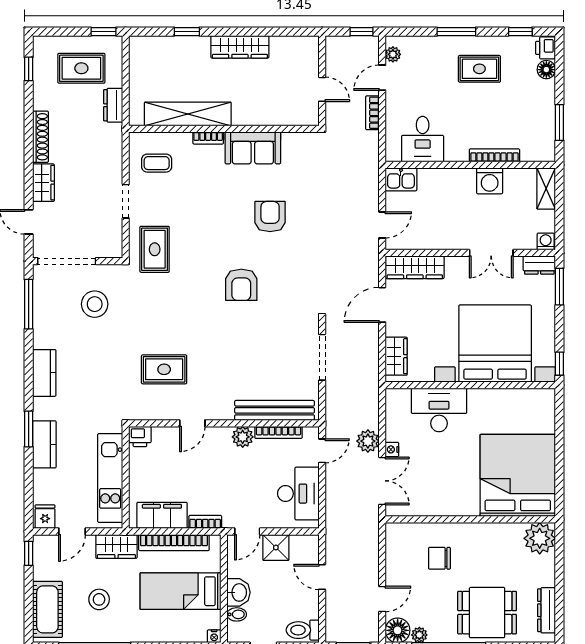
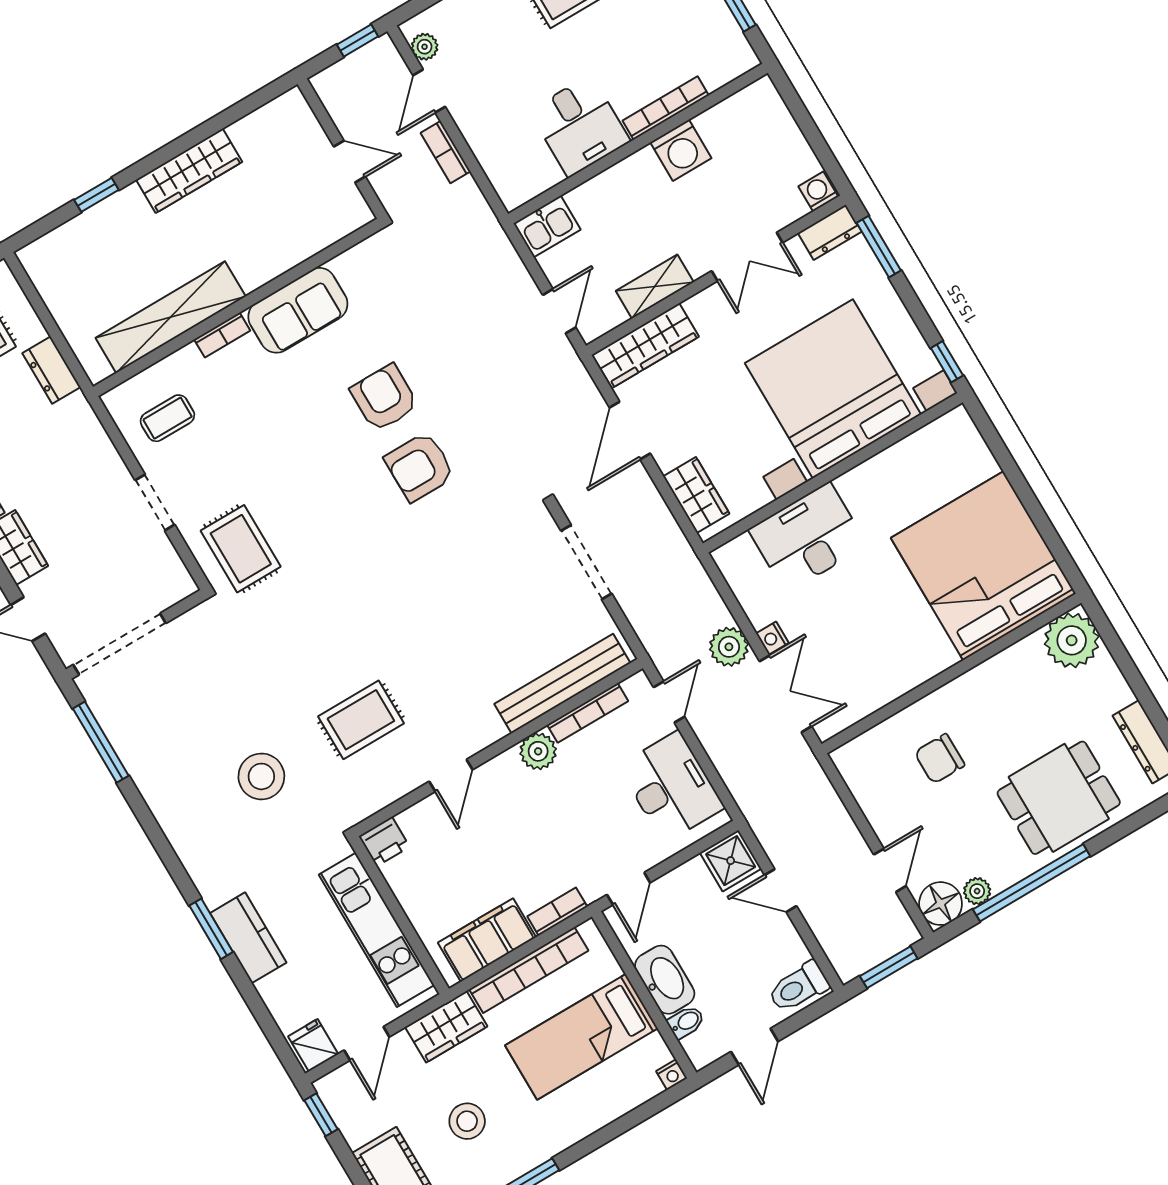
desk: (423, 139) -> (580, 126), moved
shelving: (546, 189) -> (655, 287), moved, turned 90
armchair: (241, 285) -> (420, 467), moved, turned 90
stool: (95, 304) -> (261, 776), moved
kitchen counter: (44, 373) -> (185, 831), removed
shower: (276, 547) -> (731, 861), moved
washbasin: (238, 592) -> (665, 980), width x1.38

